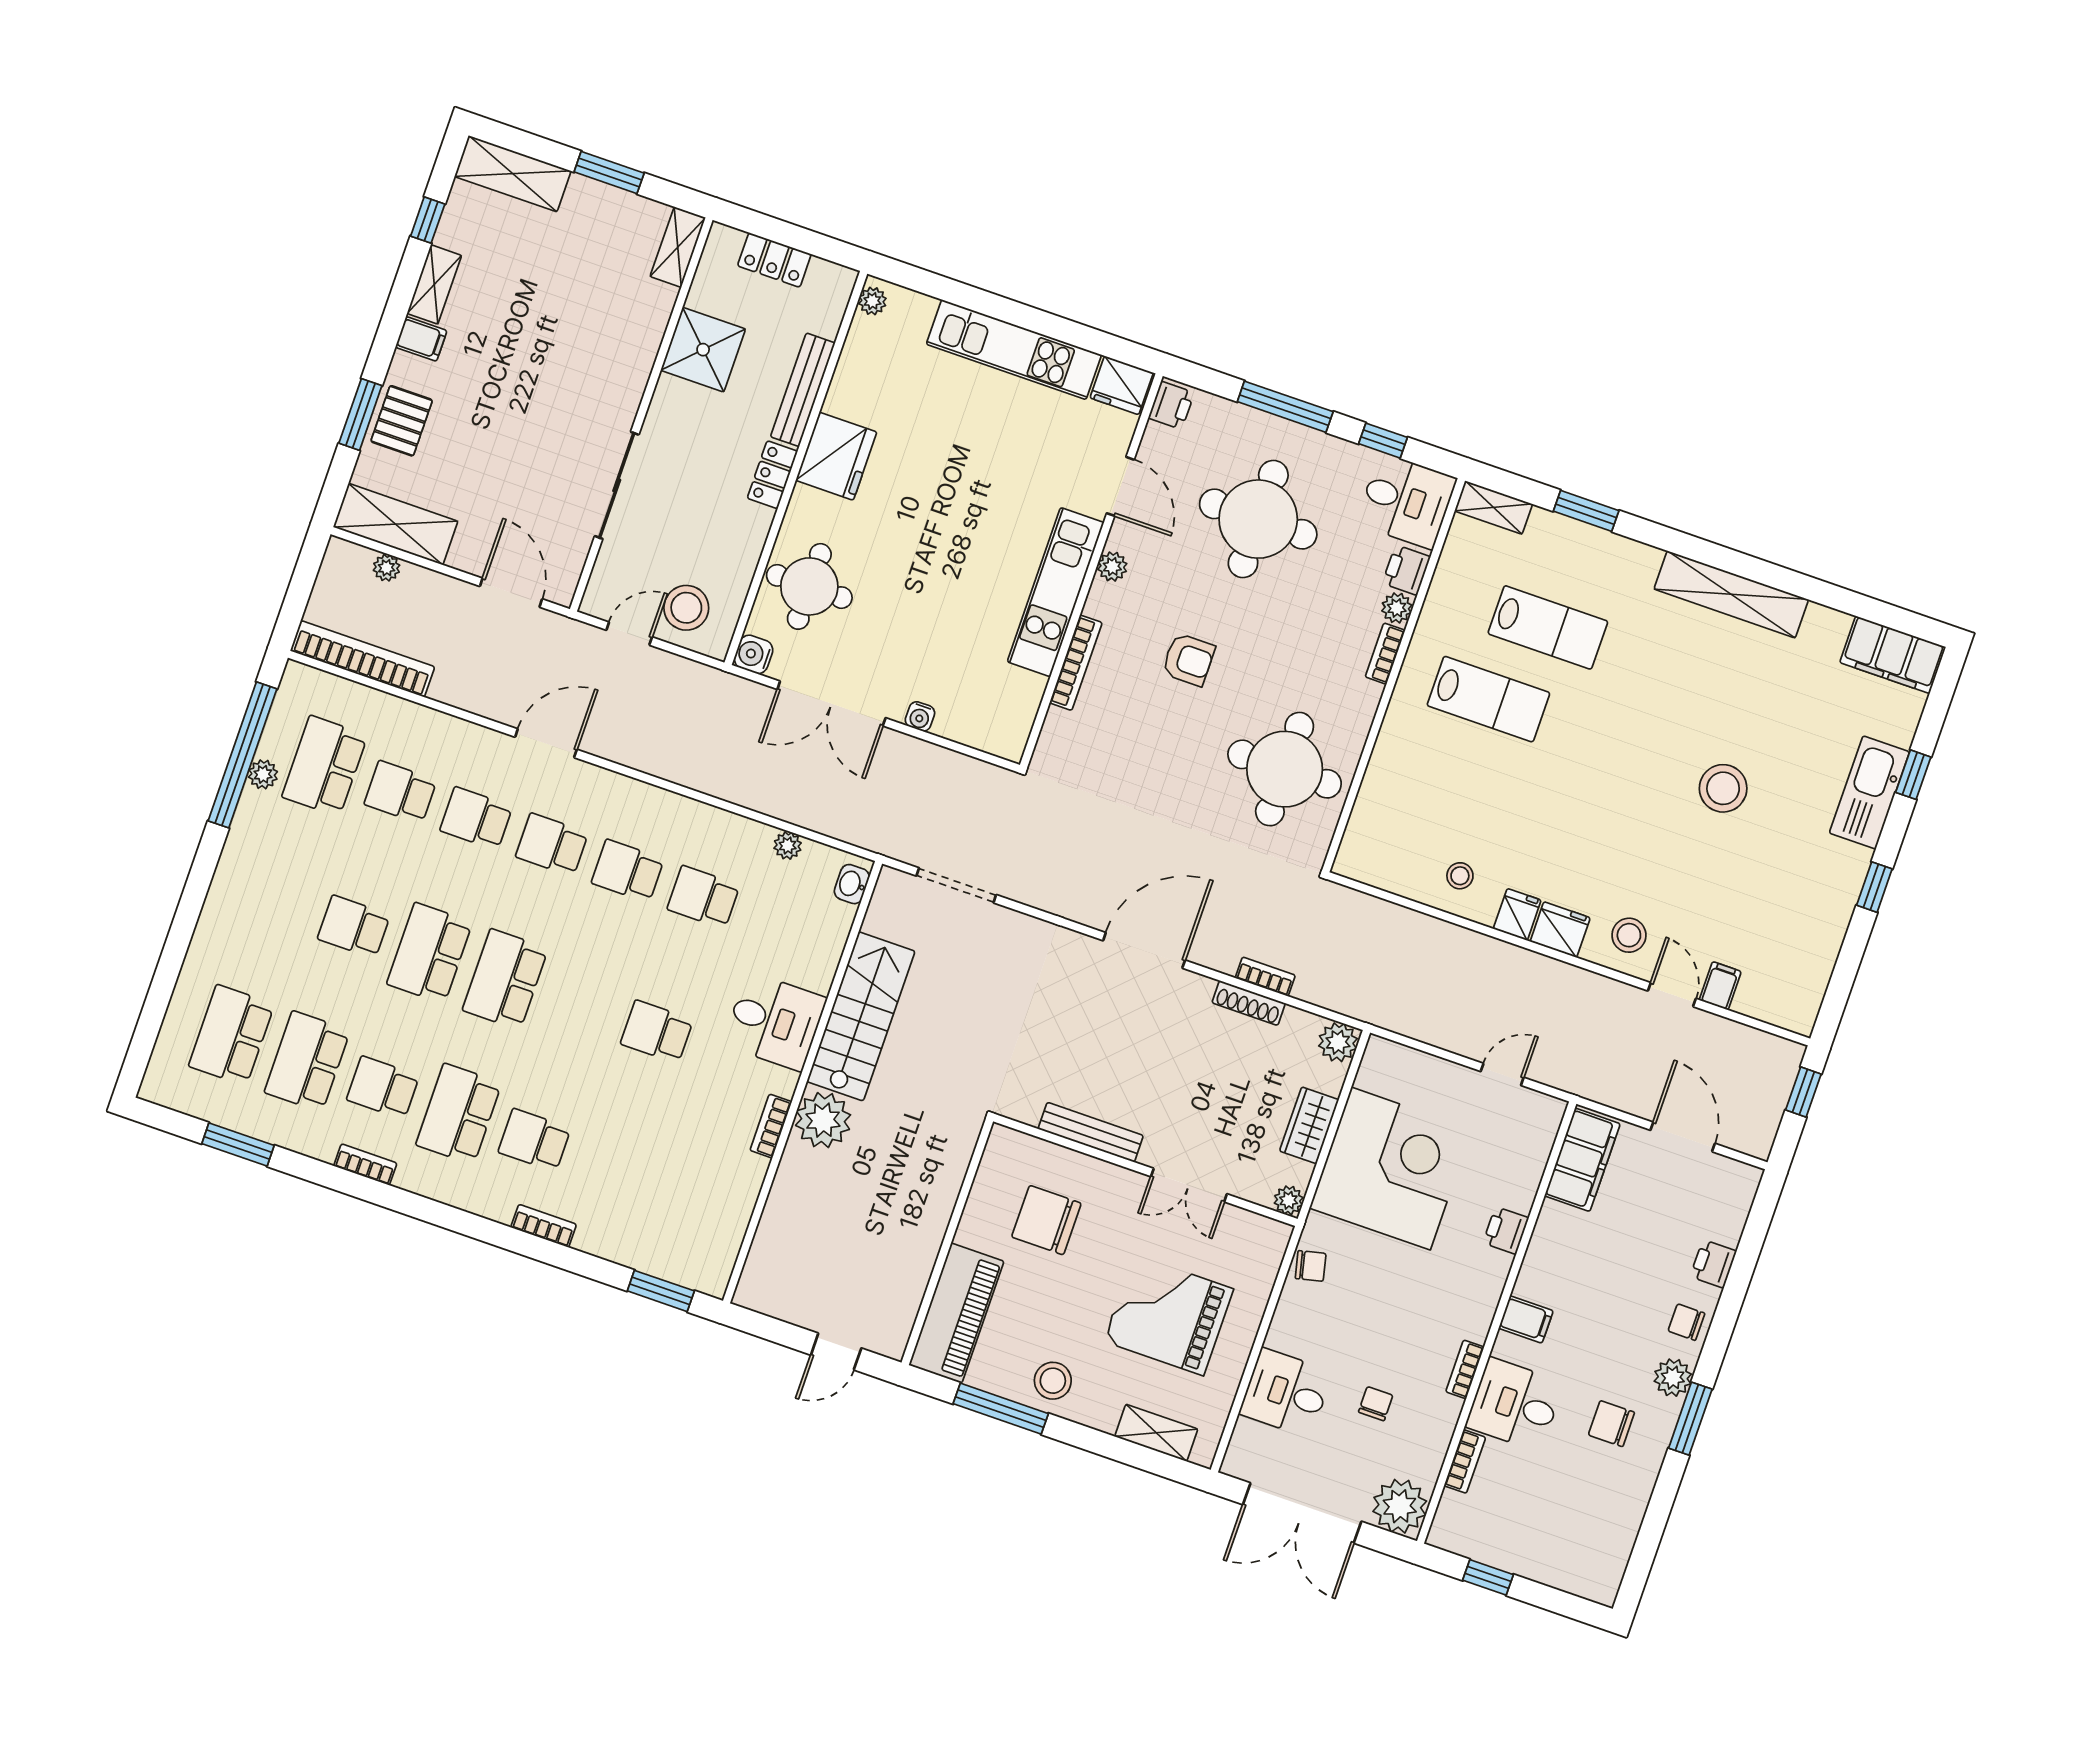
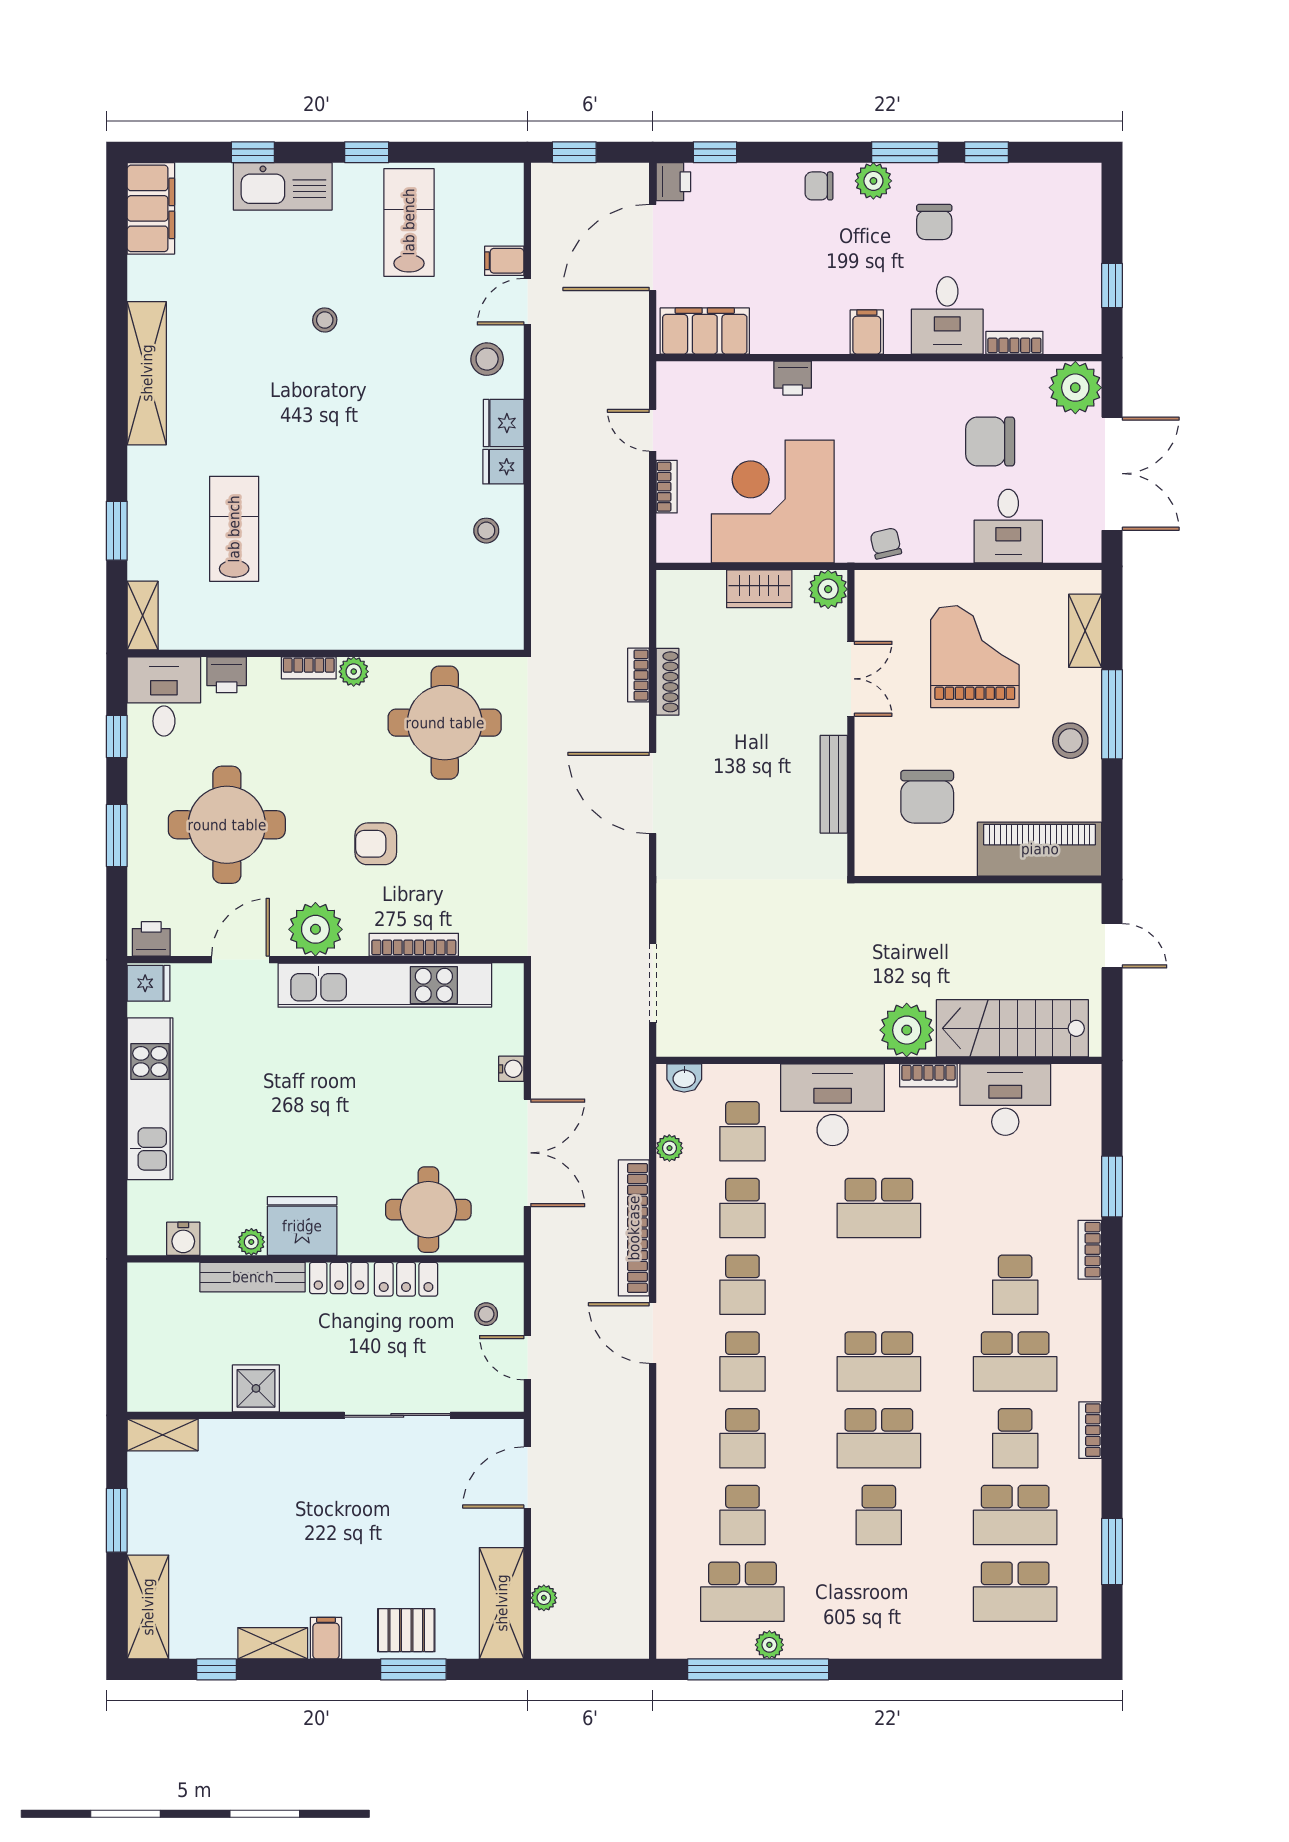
locker: (774, 260) -> (406, 1279), moved, turned 90
plant: (872, 301) -> (251, 1242), moved
shower: (703, 350) -> (256, 1388), width x0.73, depth x0.73
fridge: (1122, 385) -> (149, 983), width x0.72
window: (1285, 407) -> (117, 835), width x0.69
plant: (1112, 567) -> (315, 929), width x1.88, depth x1.88
kitchen unit: (1056, 592) -> (385, 985), width x1.36
stool: (686, 608) -> (486, 1314), width x0.53, depth x0.53
plant: (1397, 608) -> (354, 672), moved
water cooler: (753, 654) -> (183, 1239), moved
bookcase: (363, 659) -> (634, 1228), moved
armchair: (1188, 660) -> (376, 844), turned -90
lab bench: (1488, 699) -> (409, 222), moved
door: (546, 743) -> (653, 1333), moved
stool: (1723, 788) -> (325, 320), width x0.53, depth x0.53
school desk: (779, 923) -> (742, 1131), added
stairs: (861, 1016) -> (1012, 1028), moved
desk: (775, 1021) -> (833, 1105), width x1.37
school desk: (657, 1032) -> (879, 1208), width x1.85
plant: (1338, 1042) -> (675, 589), removed
door: (1683, 1137) -> (653, 247), width x1.36
desk: (721, 1194) -> (1005, 1100), added
plant: (1289, 1200) -> (828, 589), width x1.38, depth x1.38
window: (1755, 1231) -> (715, 152), added
printer: (1713, 1264) -> (673, 182), moved, turned -90
window: (661, 1291) -> (1112, 1186), moved
grand piano: (1168, 1315) -> (975, 657), turned 180
chair: (1686, 1322) -> (819, 186), turned 90
bookcase: (1465, 1369) -> (667, 487), moved, turned -90
chair: (1376, 1404) -> (990, 441), width x1.87, depth x1.87
window: (1001, 1409) -> (1112, 714), moved
window: (1662, 1499) -> (987, 152), added

